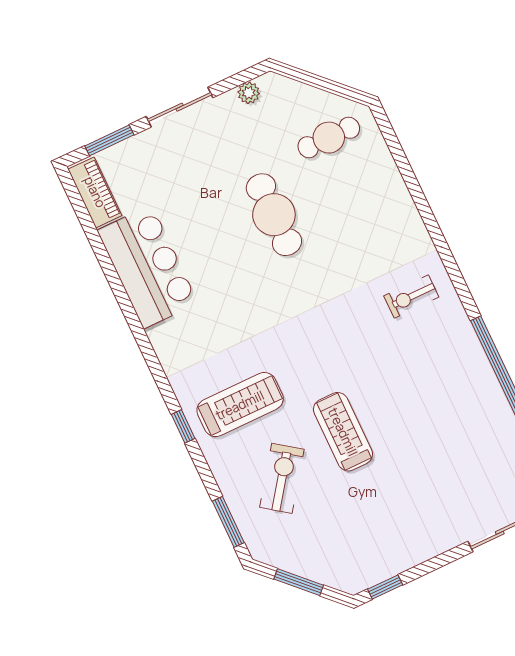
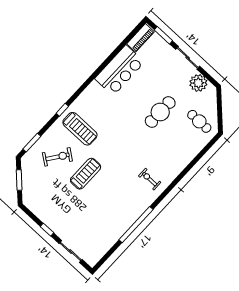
plant: (249, 93) -> (198, 83), width x1.88, depth x1.88
window: (385, 587) -> (47, 230), moved

